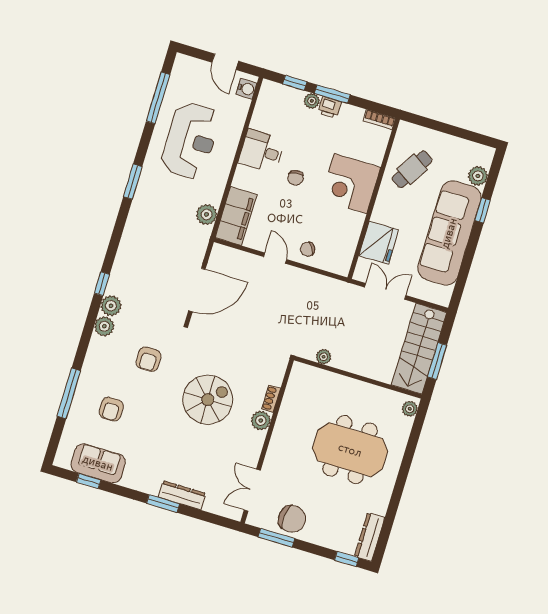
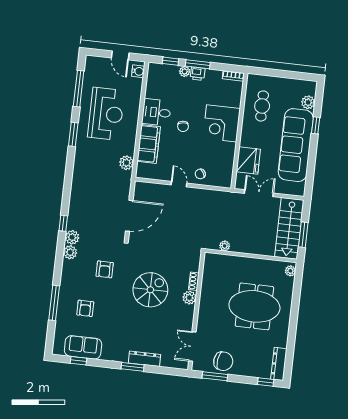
cafe table: (412, 169) -> (262, 106), turned -32
window: (133, 182) -> (73, 134), moved
filing cabinet: (236, 216) -> (149, 144), moved

